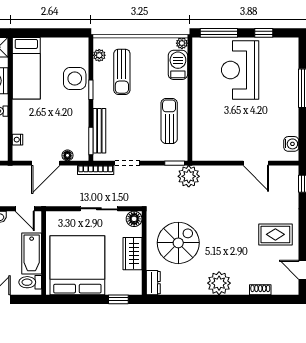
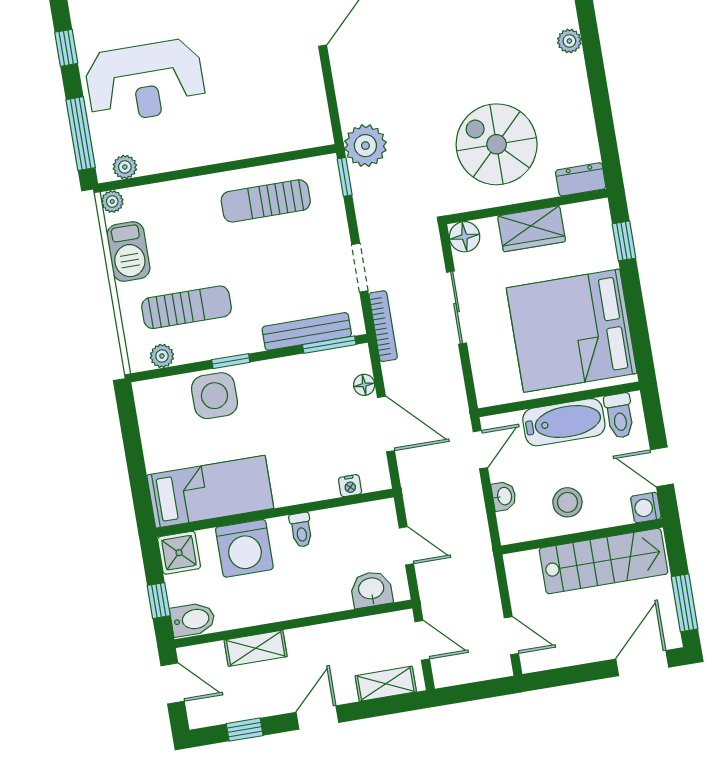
plant: (198, 52) -> (125, 167), added
barbecue: (178, 65) -> (128, 252), moved, turned -90
plant: (219, 283) -> (569, 41), width x0.53, depth x0.53

